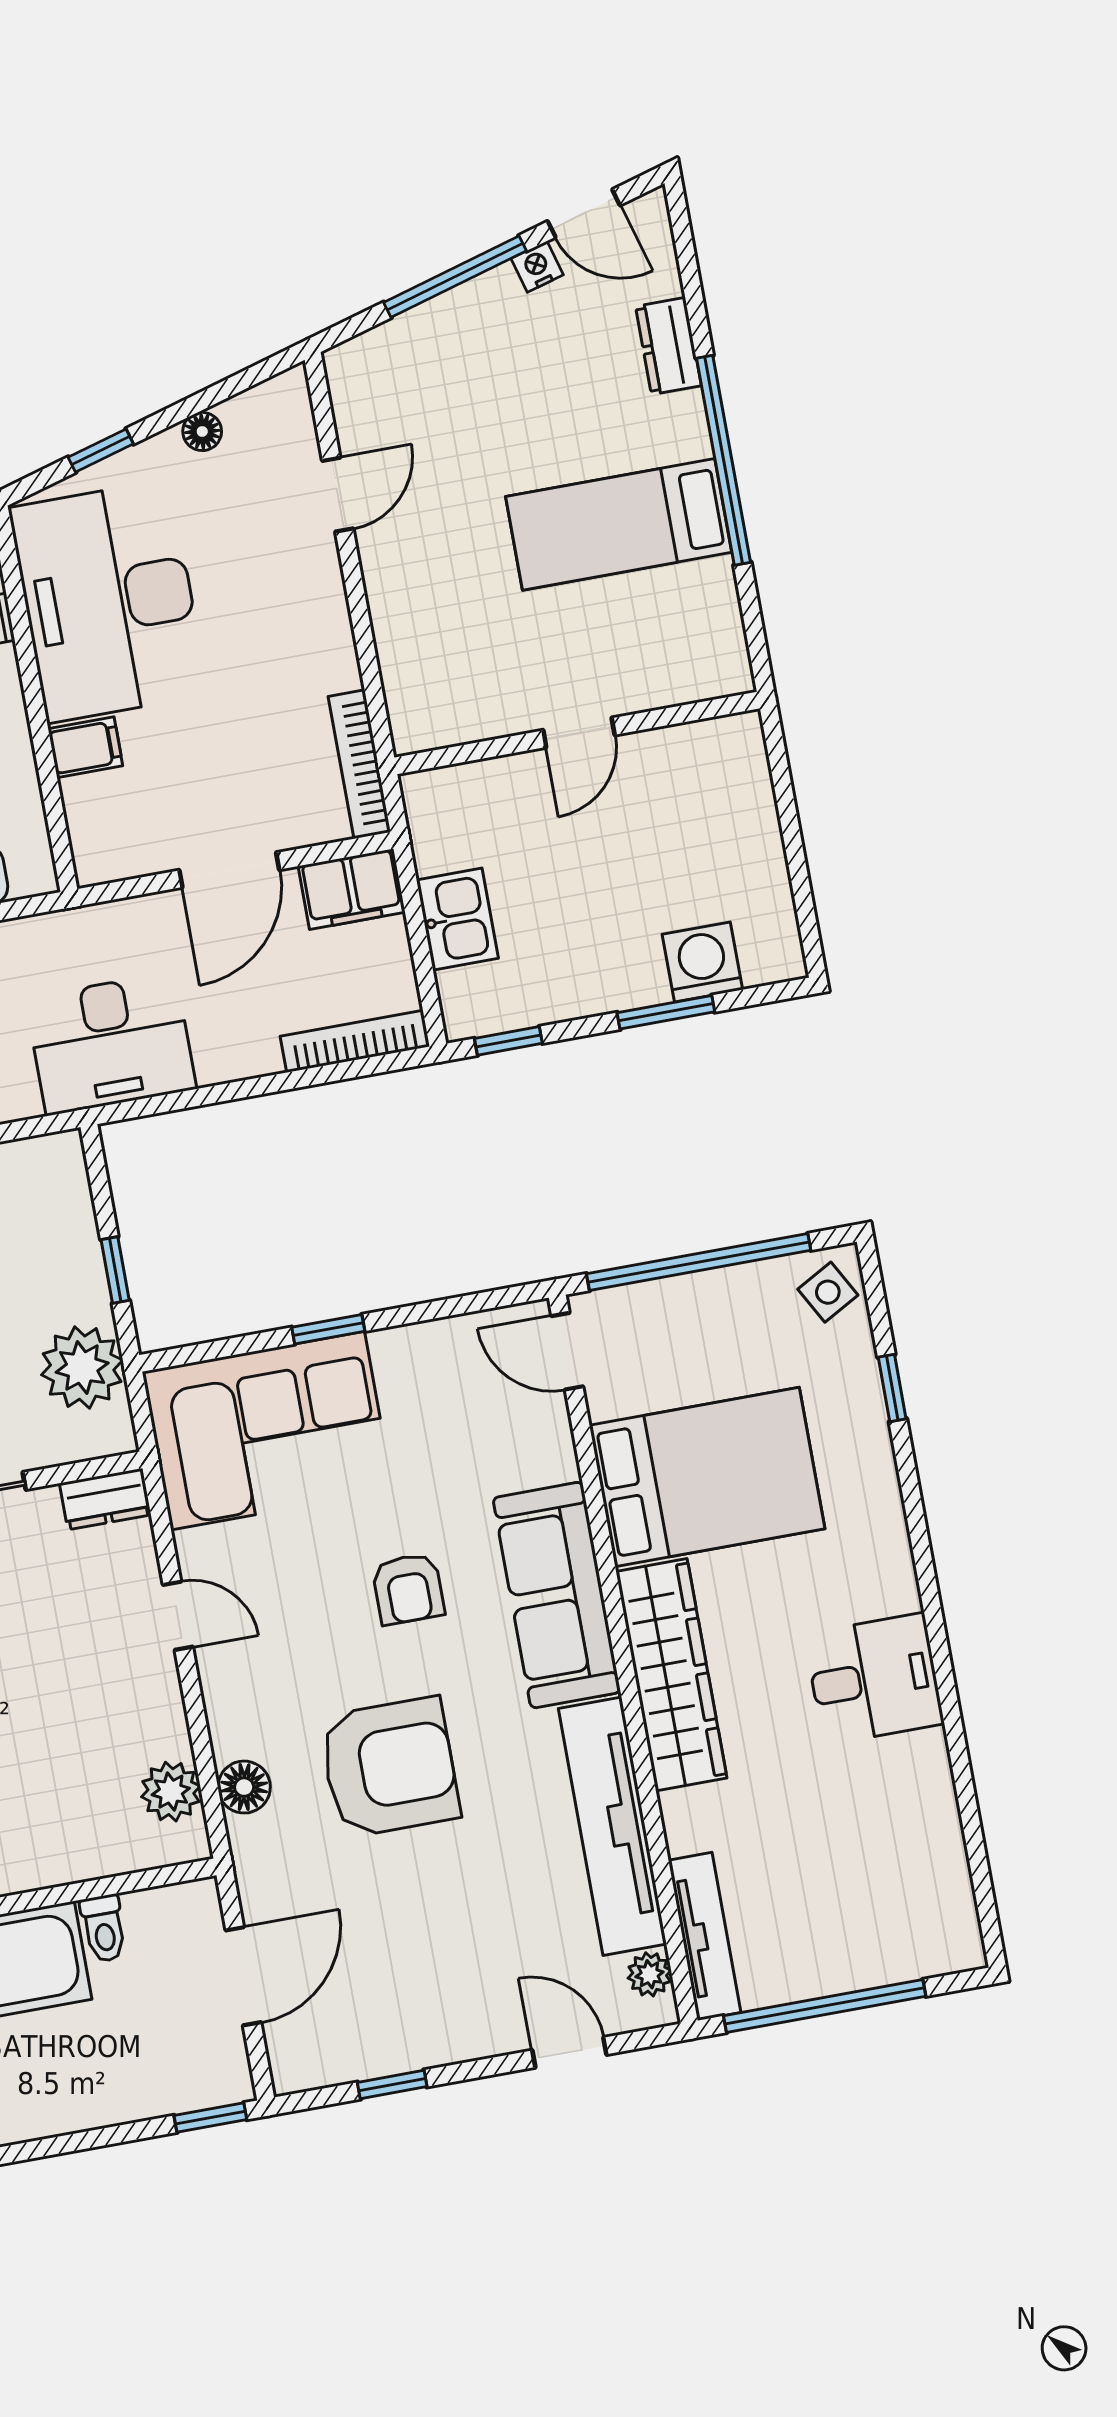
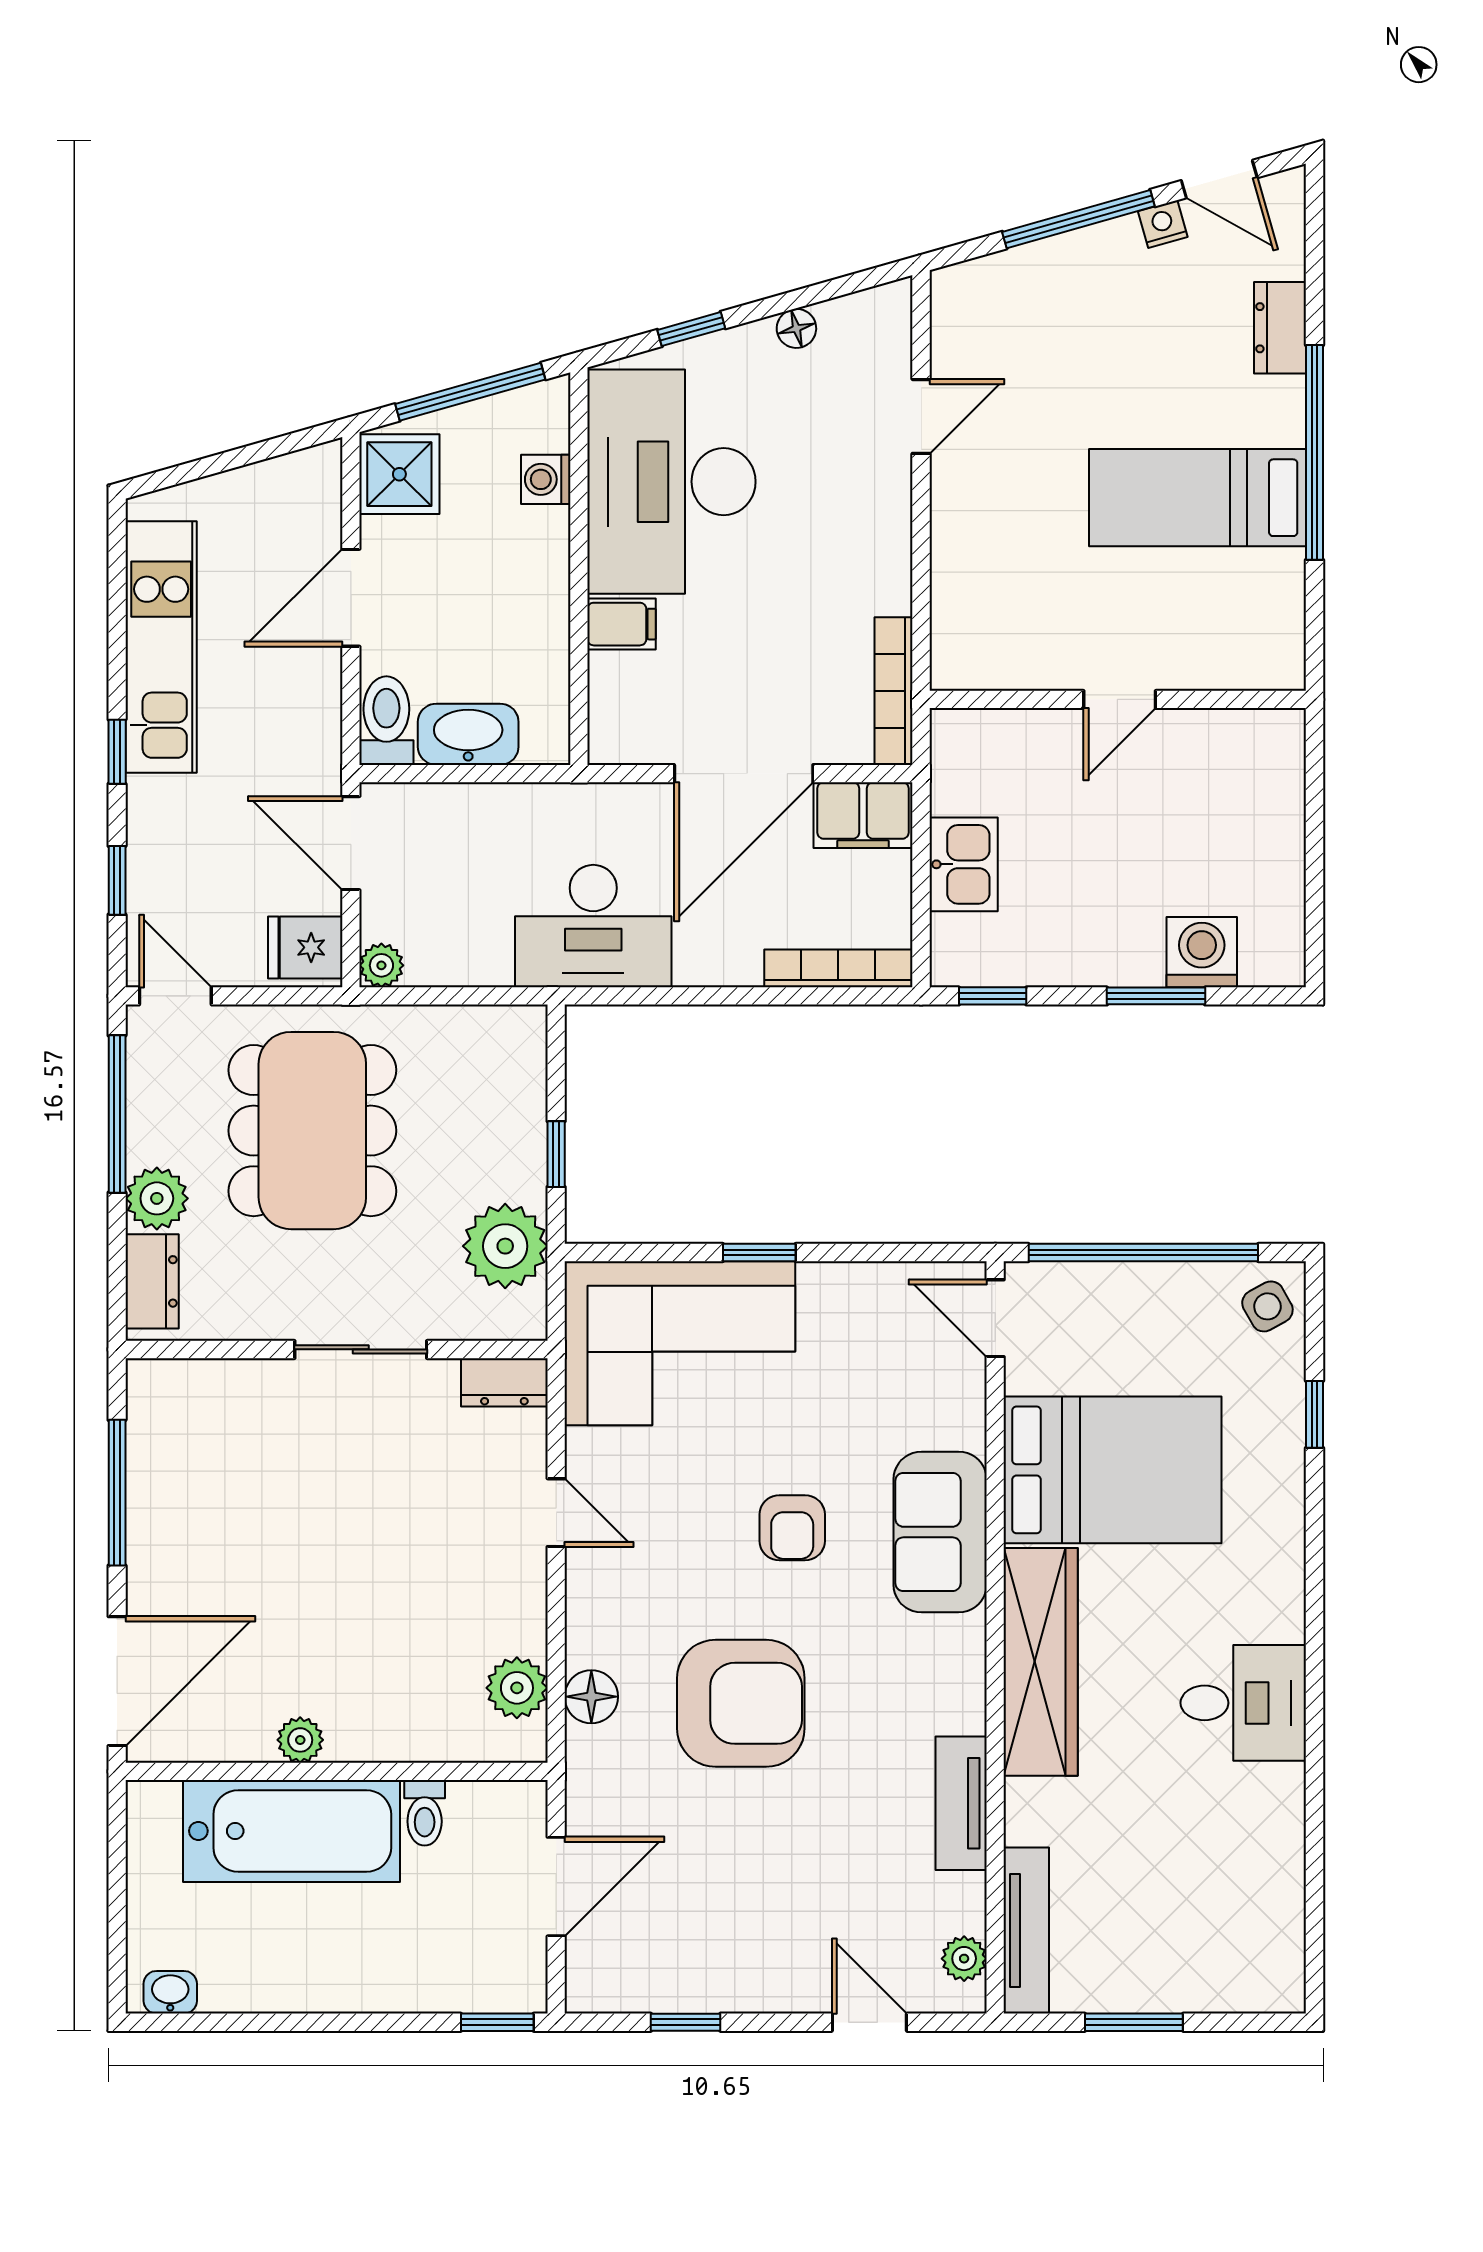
door: (229, 870) -> (744, 774), width x1.36
sofa: (557, 1595) -> (940, 1532), width x0.73
tv unit: (612, 1826) -> (961, 1803), width x0.52, depth x0.78
window: (825, 2006) -> (1134, 2022), width x0.47

